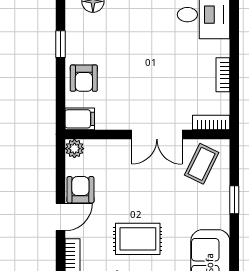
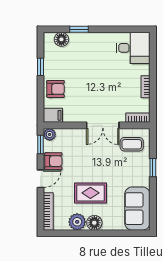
armchair: (84, 78) -> (56, 89), turned -90
window: (61, 164) -> (41, 144), added
coffee table: (202, 164) -> (132, 144), turned 64
armchair: (80, 190) -> (53, 161), turned 90

